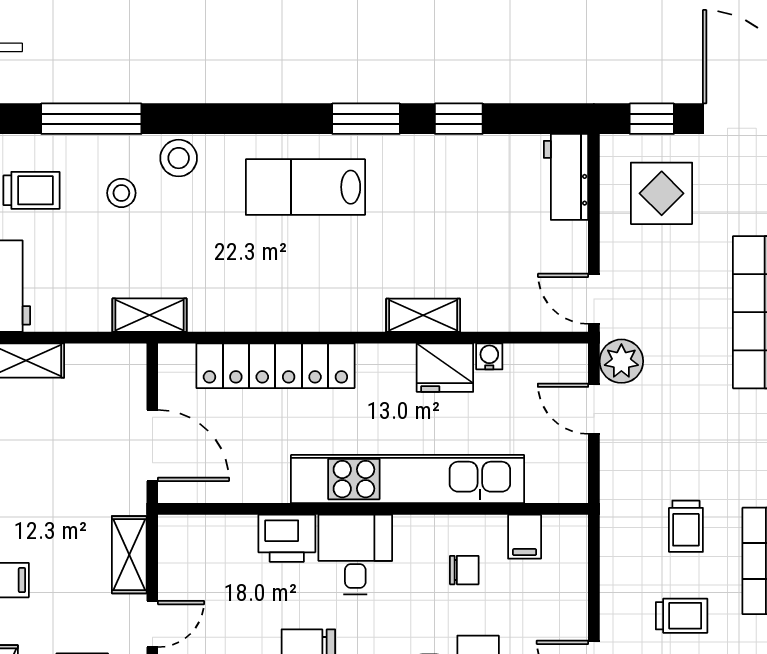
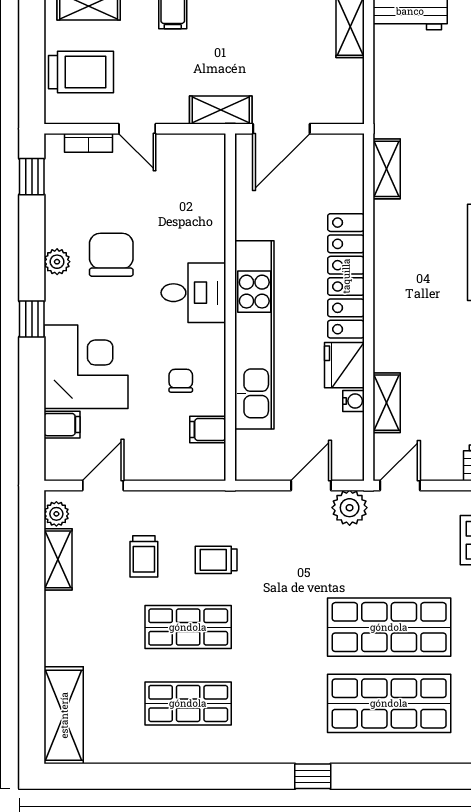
shelving: (150, 315) -> (387, 169), moved
shelving: (423, 315) -> (387, 403), moved
locker: (275, 366) -> (346, 276), moved
printer: (287, 538) -> (207, 237), removed
shelving: (129, 555) -> (221, 110), moved
chair: (464, 570) -> (181, 381), turned 180

